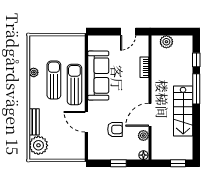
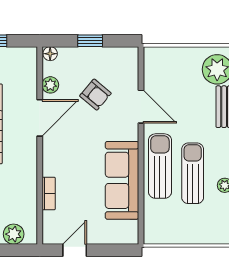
sun lounger: (54, 80) -> (193, 173), turned 180
sun lounger: (74, 84) -> (160, 166), turned 180
armchair: (115, 129) -> (95, 95), turned -140

